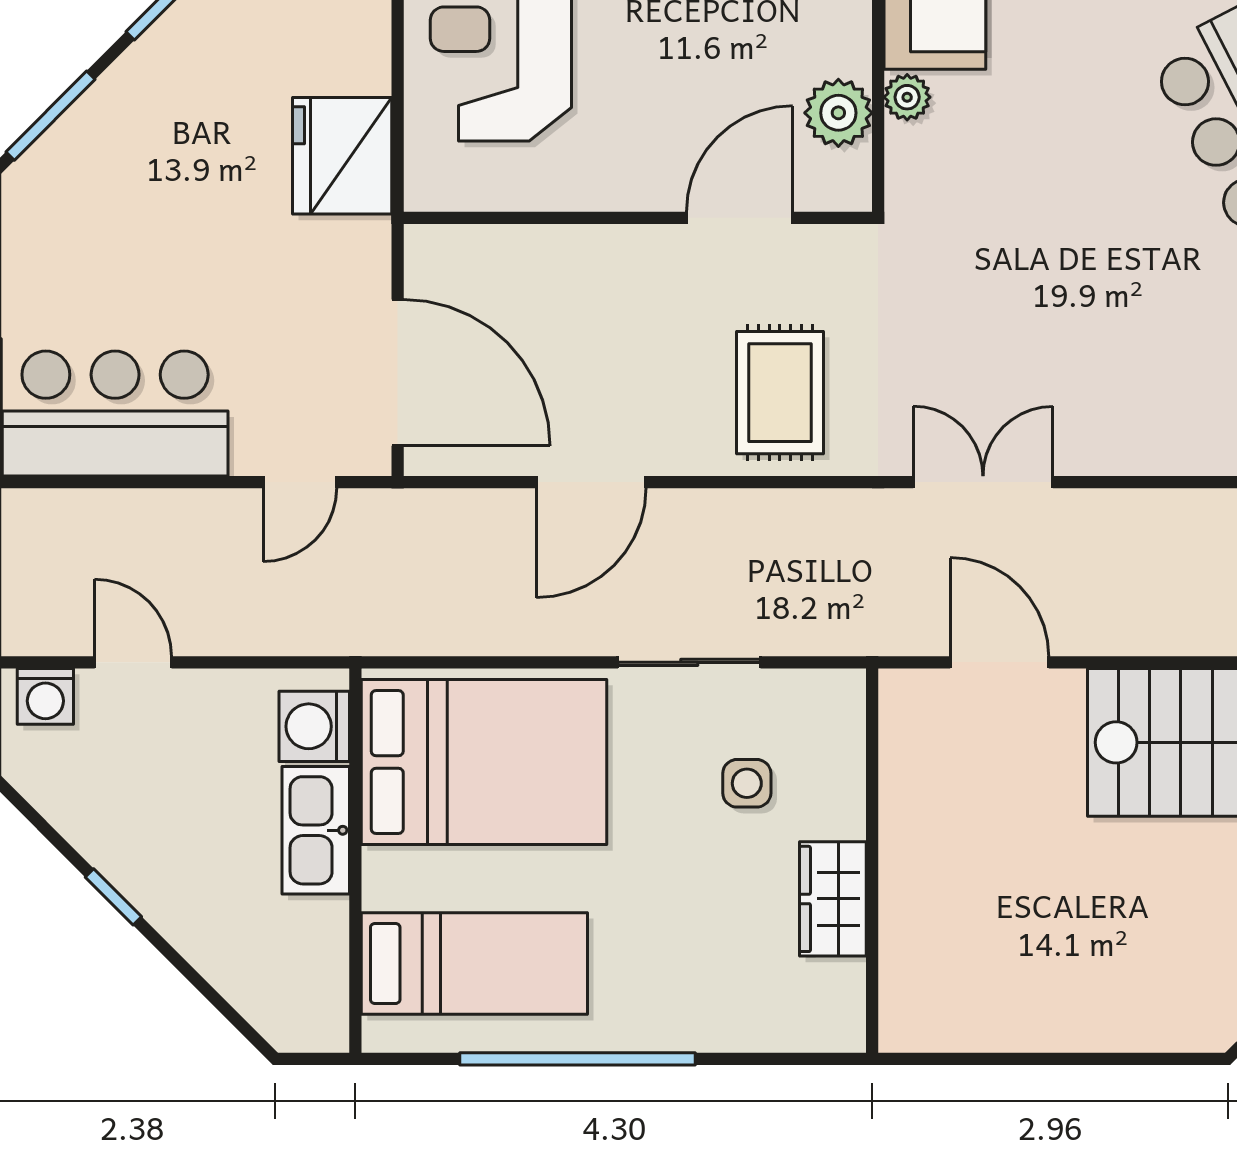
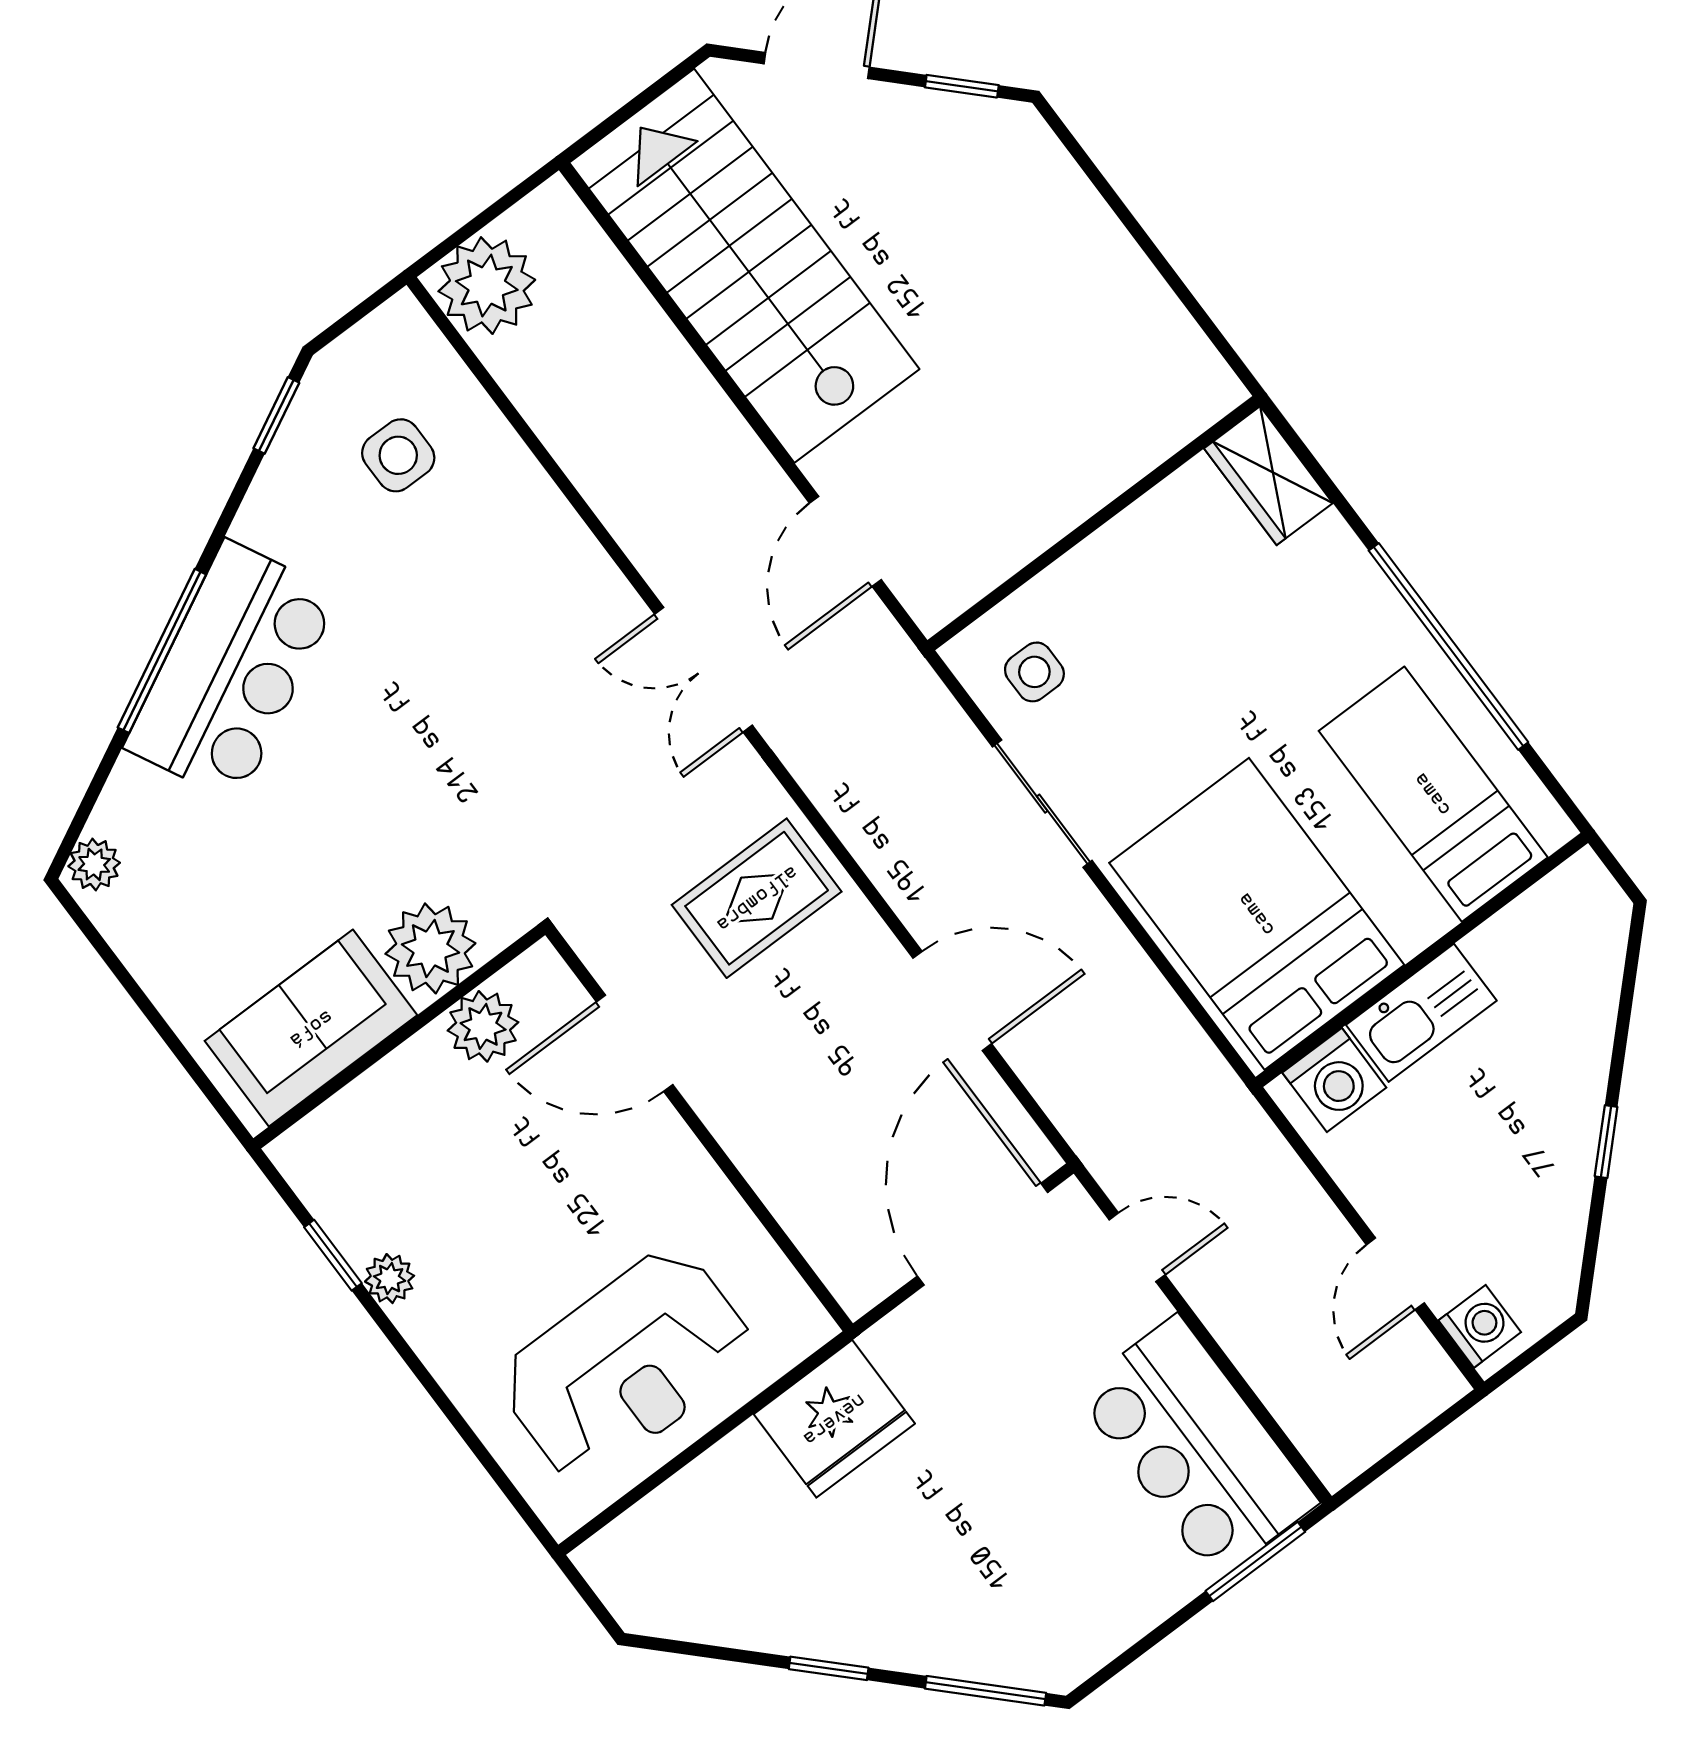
plant: (907, 97) -> (430, 948), width x1.88, depth x1.88
side table: (747, 783) -> (1034, 672), moved
wardrobe: (833, 899) -> (1268, 476), moved, turned 90

